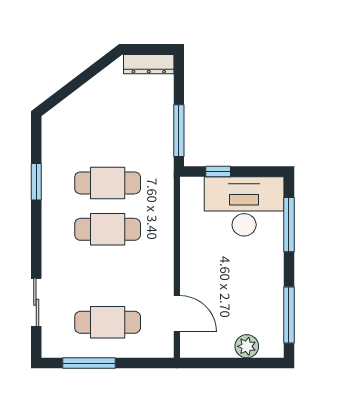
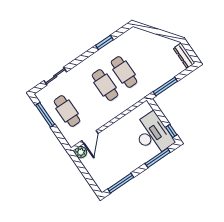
window: (218, 171) -> (171, 131), moved
plant: (247, 346) -> (81, 152), moved

